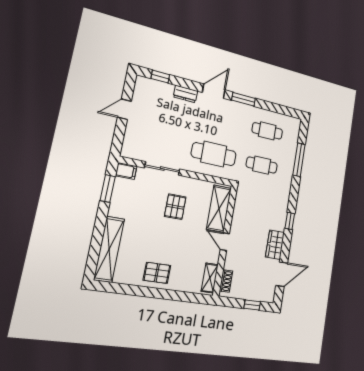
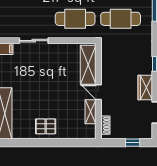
cafe table: (262, 165) -> (121, 19), width x1.37, depth x1.35
pallet: (175, 207) -> (50, 70), removed
shelving: (210, 278) -> (91, 112), moved

